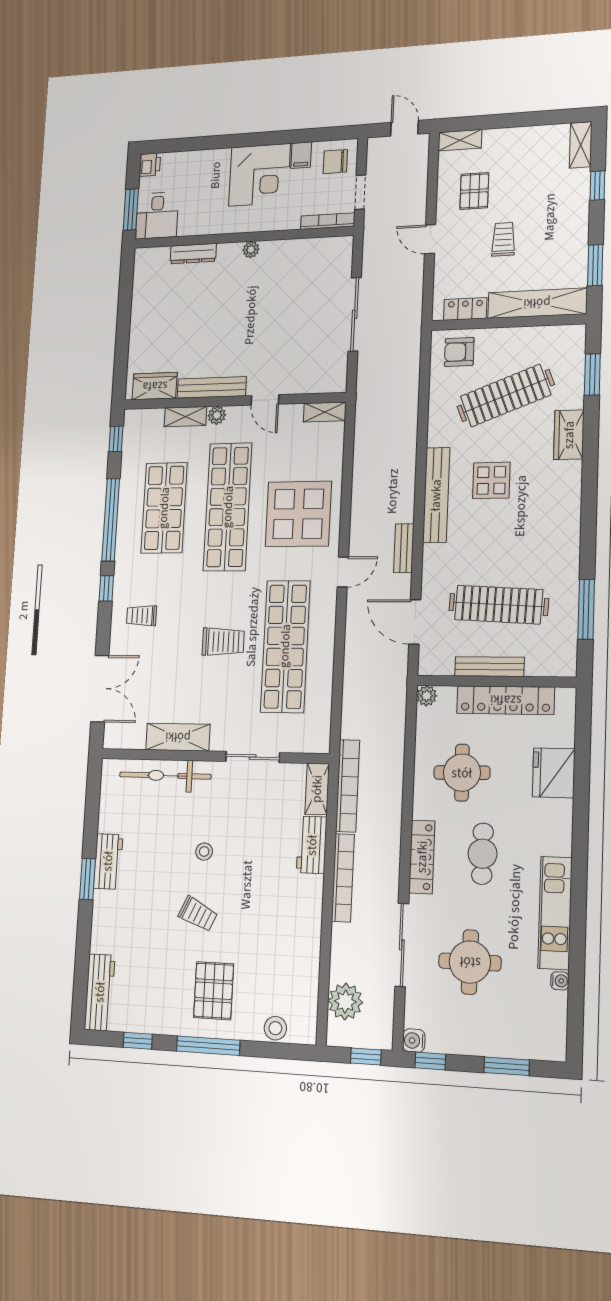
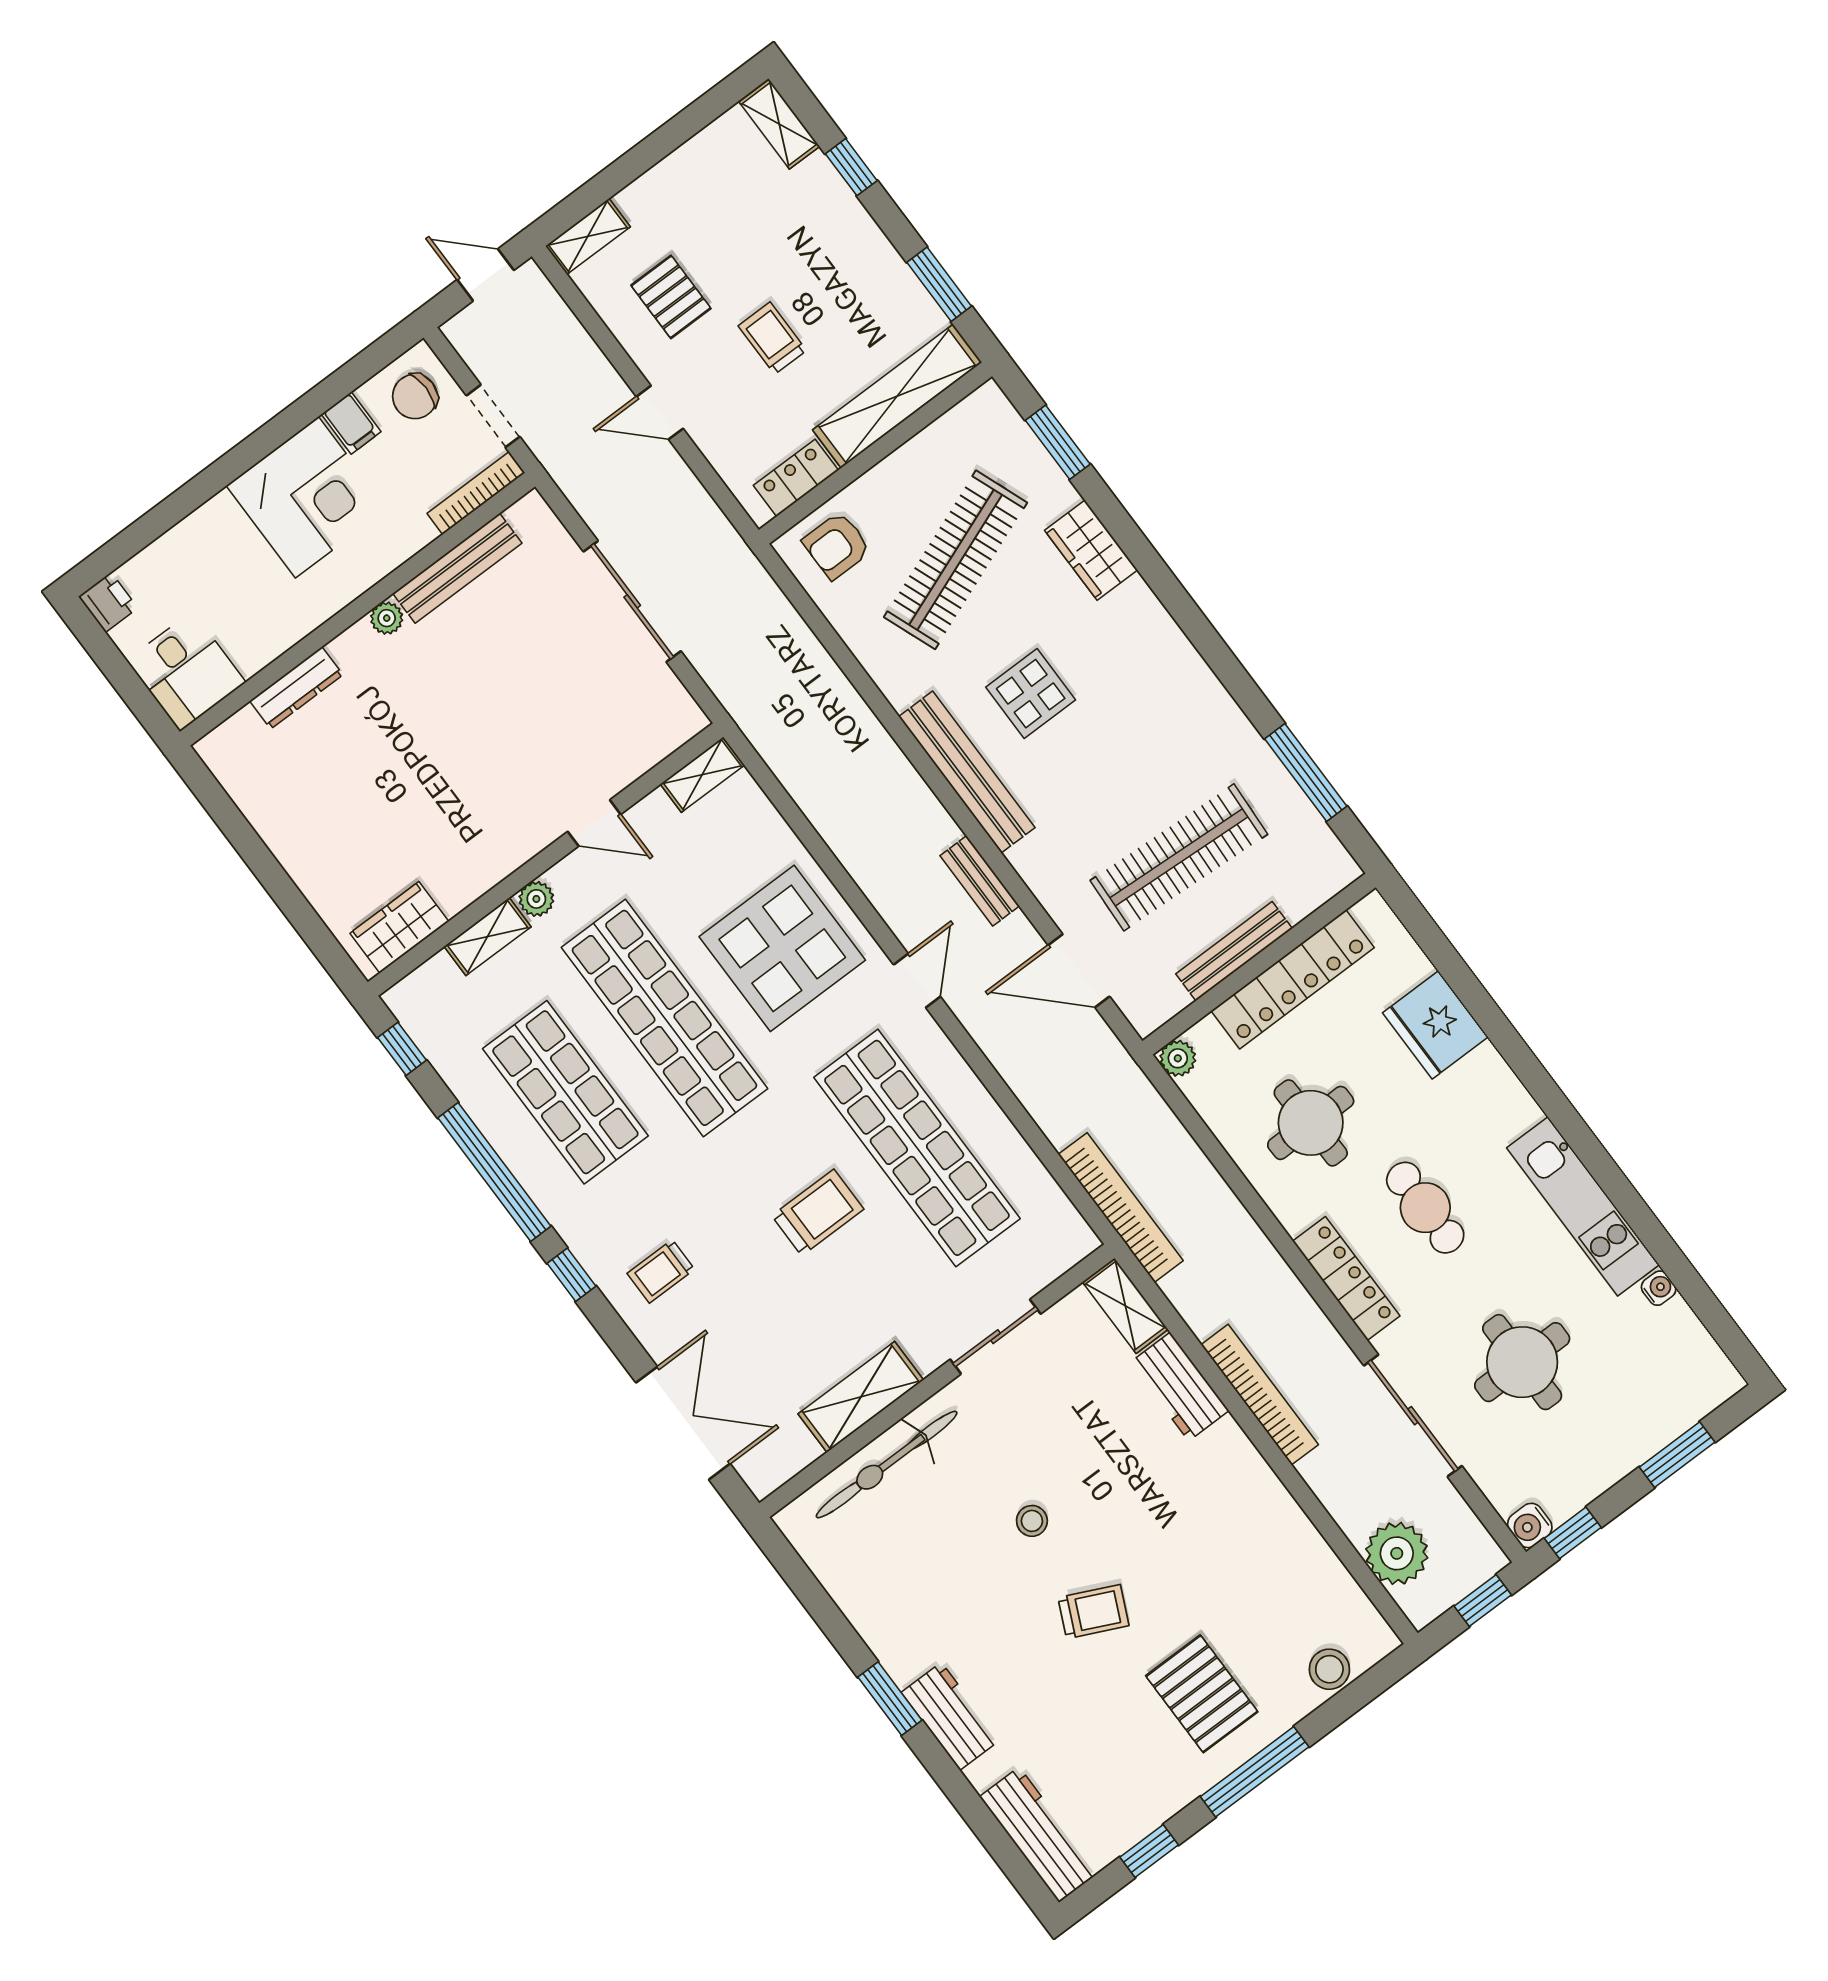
window: (131, 210) -> (134, 692), removed
bench: (212, 387) -> (457, 568), moved
bookcase: (348, 786) -> (1121, 1208), moved
workbench: (108, 861) -> (951, 1716), moved

